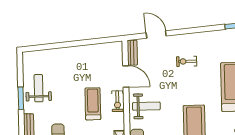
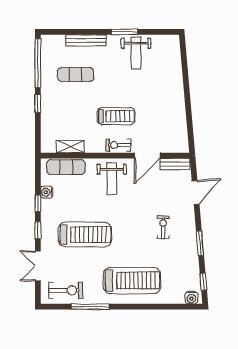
window: (199, 30) -> (200, 243), added
weight bench: (39, 88) -> (136, 53), turned 90

